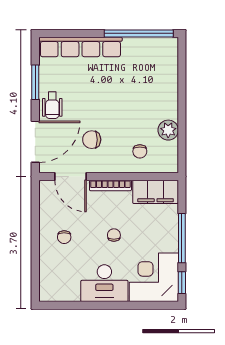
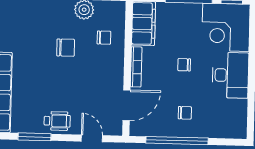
chair: (92, 140) -> (66, 48), moved, turned -90
door: (35, 142) -> (92, 138), width x0.53
window: (35, 230) -> (177, 141), added

